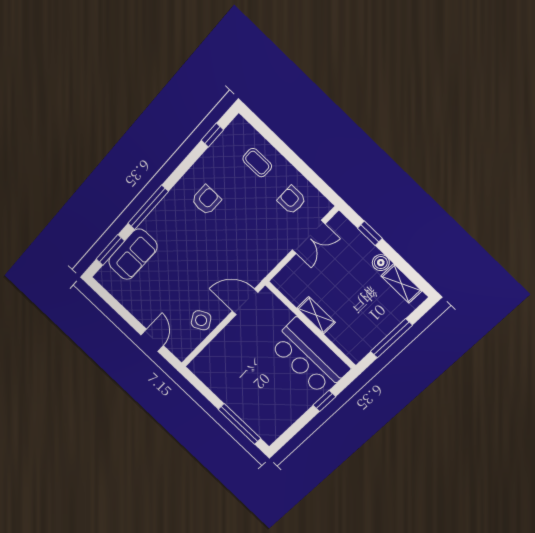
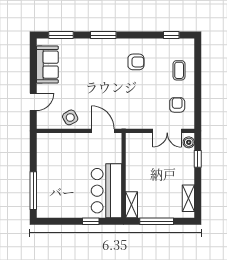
window: (148, 207) -> (103, 35), width x0.69
sofa: (133, 254) -> (47, 65), moved, turned -90
boiler: (381, 263) -> (189, 142), moved
shelving: (316, 315) -> (131, 205), moved

